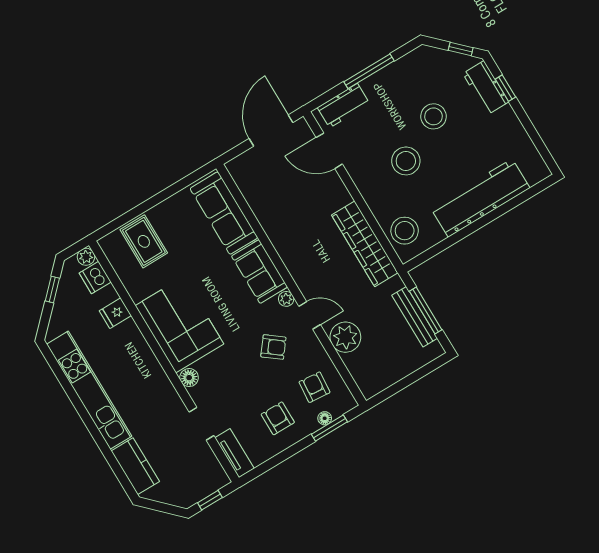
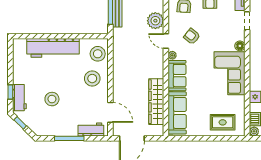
stool: (406, 161) -> (92, 79), moved
rug: (144, 241) -> (223, 122), turned 90
wardrobe: (365, 244) -> (156, 102), moved, turned 180

